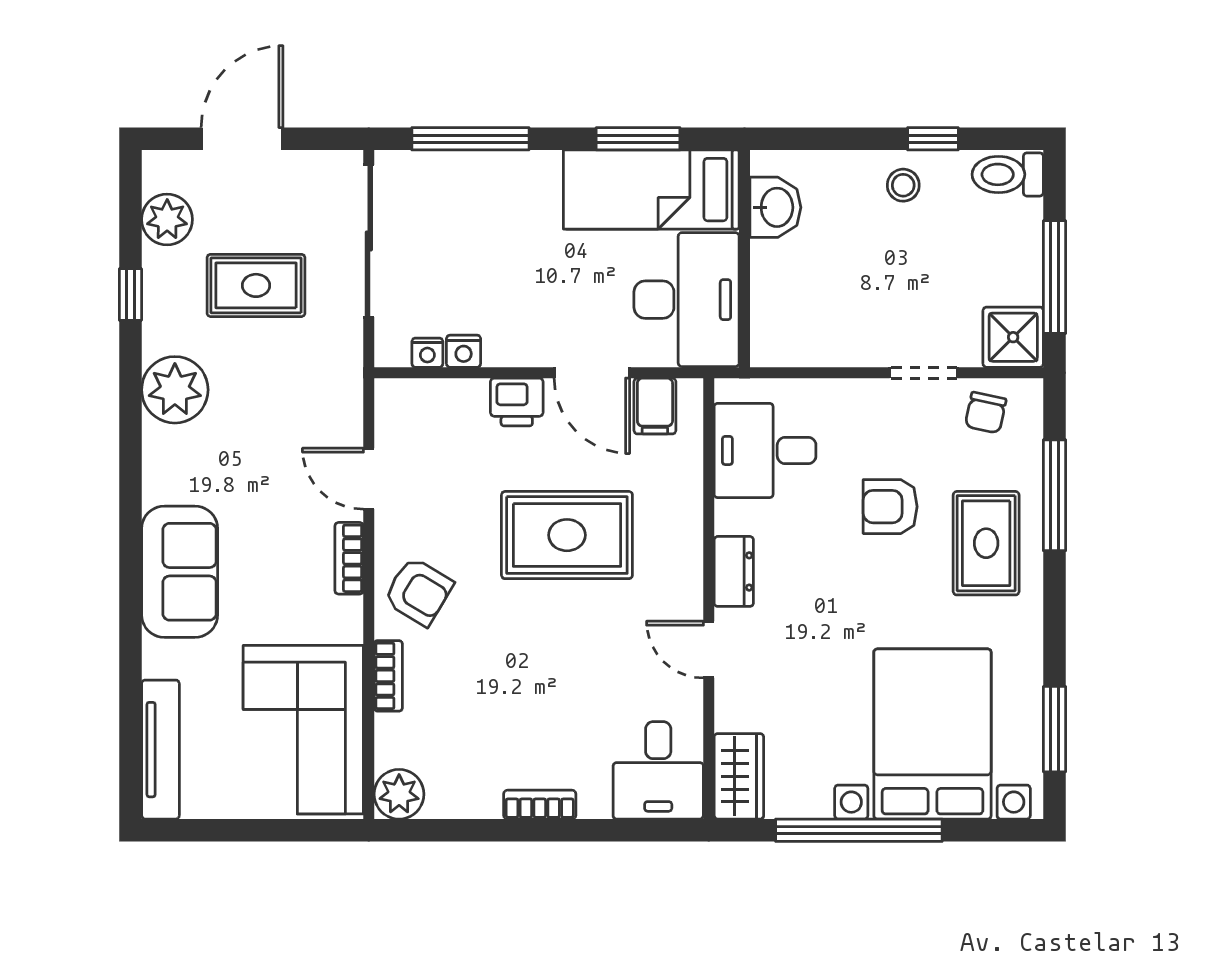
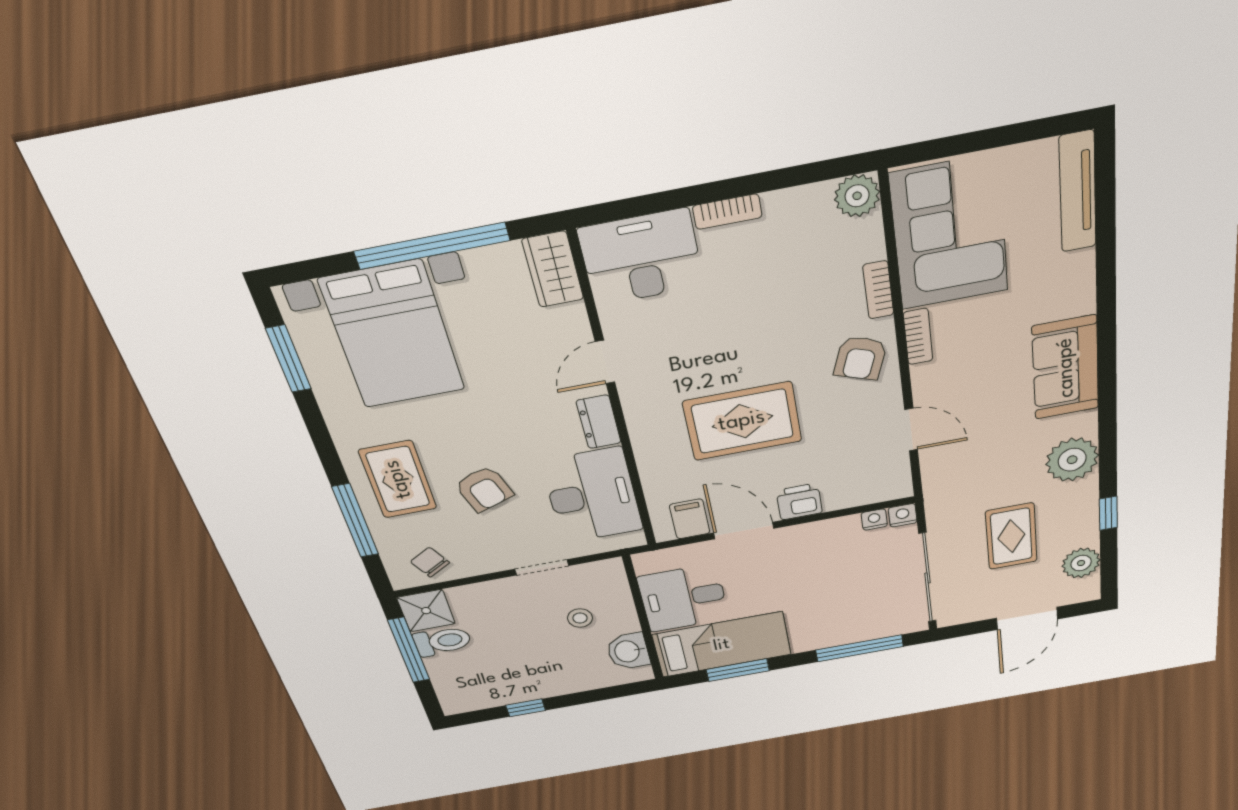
toilet: (1008, 174) -> (442, 641), moved
stool: (903, 185) -> (580, 618), moved
rug: (256, 285) -> (1011, 536), turned 90
desk: (687, 300) -> (683, 598), width x0.73
nightstand: (464, 351) -> (903, 515), moved
doorway: (924, 373) -> (542, 567), moved
chair: (986, 413) -> (430, 562), turned -42
desk: (765, 450) -> (592, 496), width x1.37
armchair: (890, 507) -> (484, 489), turned 71
bookcase: (349, 558) -> (918, 337), moved
sofa: (180, 572) -> (1066, 368), moved
armchair: (418, 591) -> (860, 358), turned -101
door: (709, 650) -> (605, 362), swing flipped
desk: (658, 770) -> (641, 258), width x1.37

